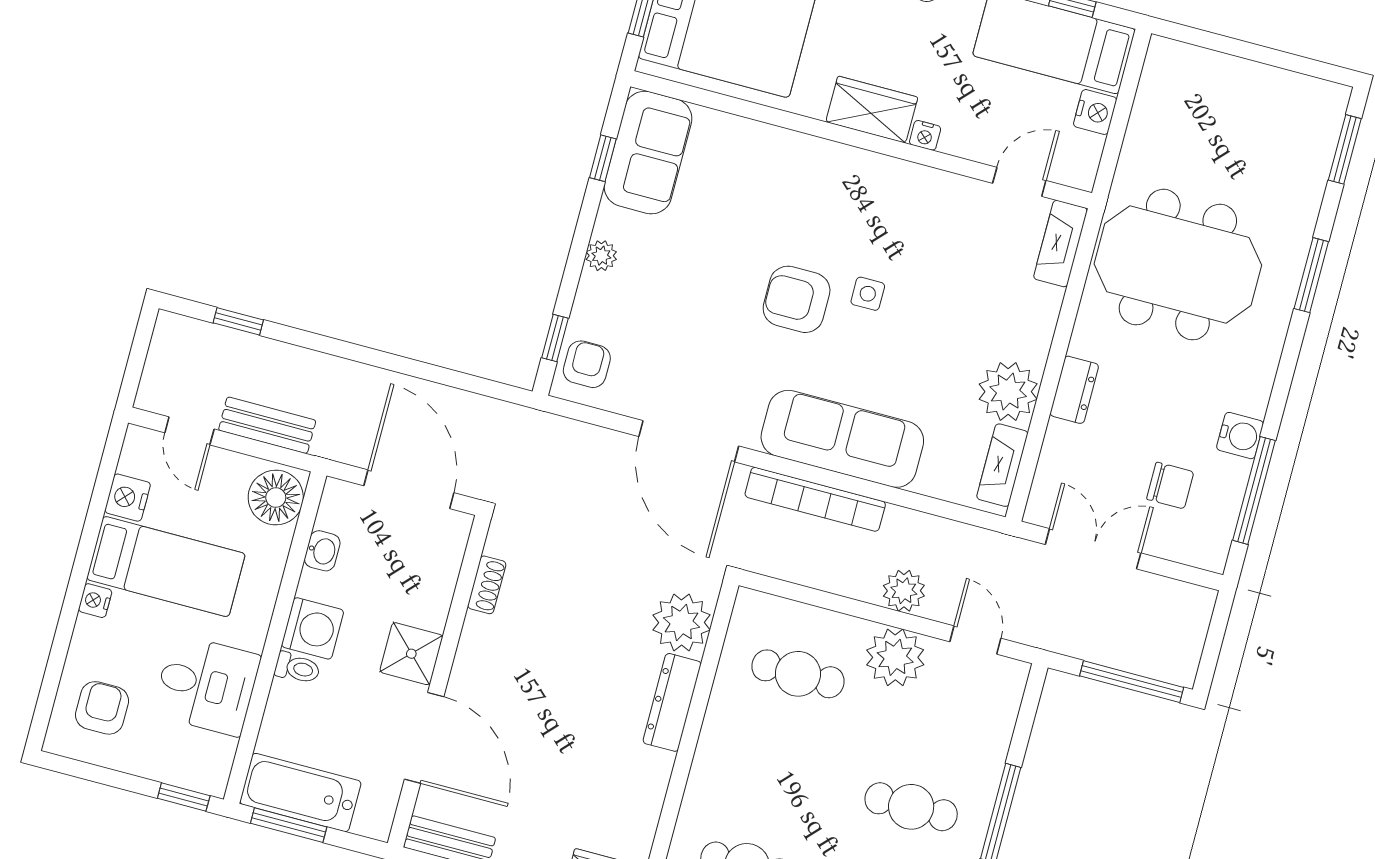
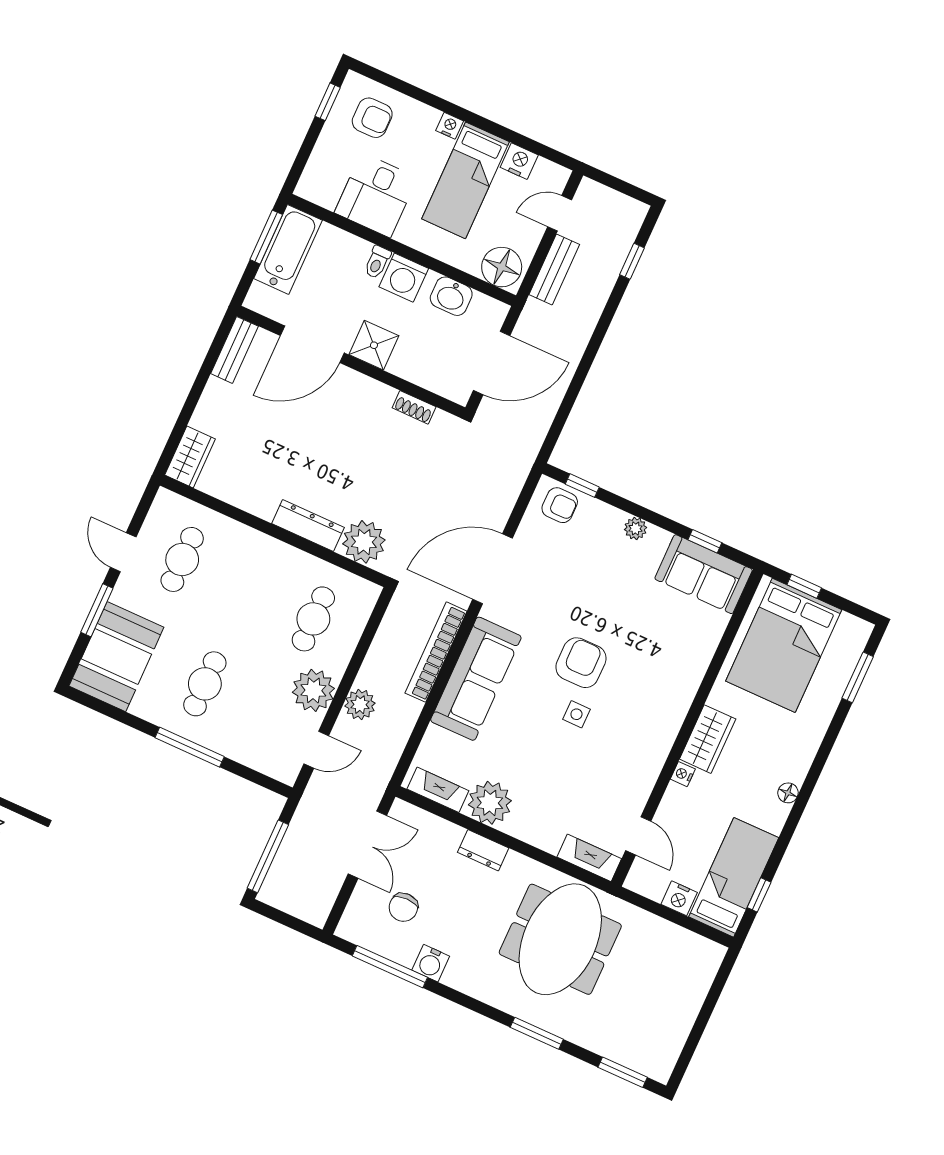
washbasin: (322, 551) -> (451, 296), width x1.38, depth x1.45
window: (184, 797) -> (328, 102), moved

